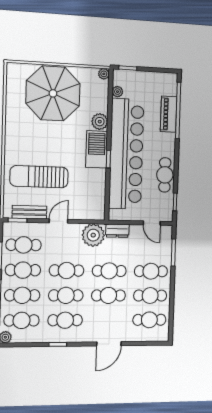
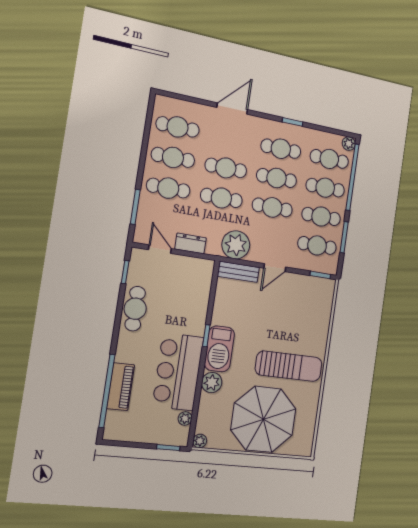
bar counter: (126, 154) -> (178, 372), width x0.54
sun lounger: (39, 177) -> (289, 366), moved
bench: (29, 212) -> (238, 272), moved
dresser: (117, 231) -> (191, 243), moved

